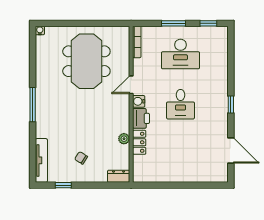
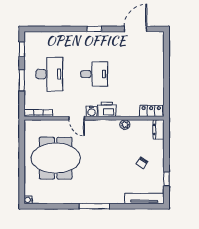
locker: (139, 142) -> (151, 111), moved

